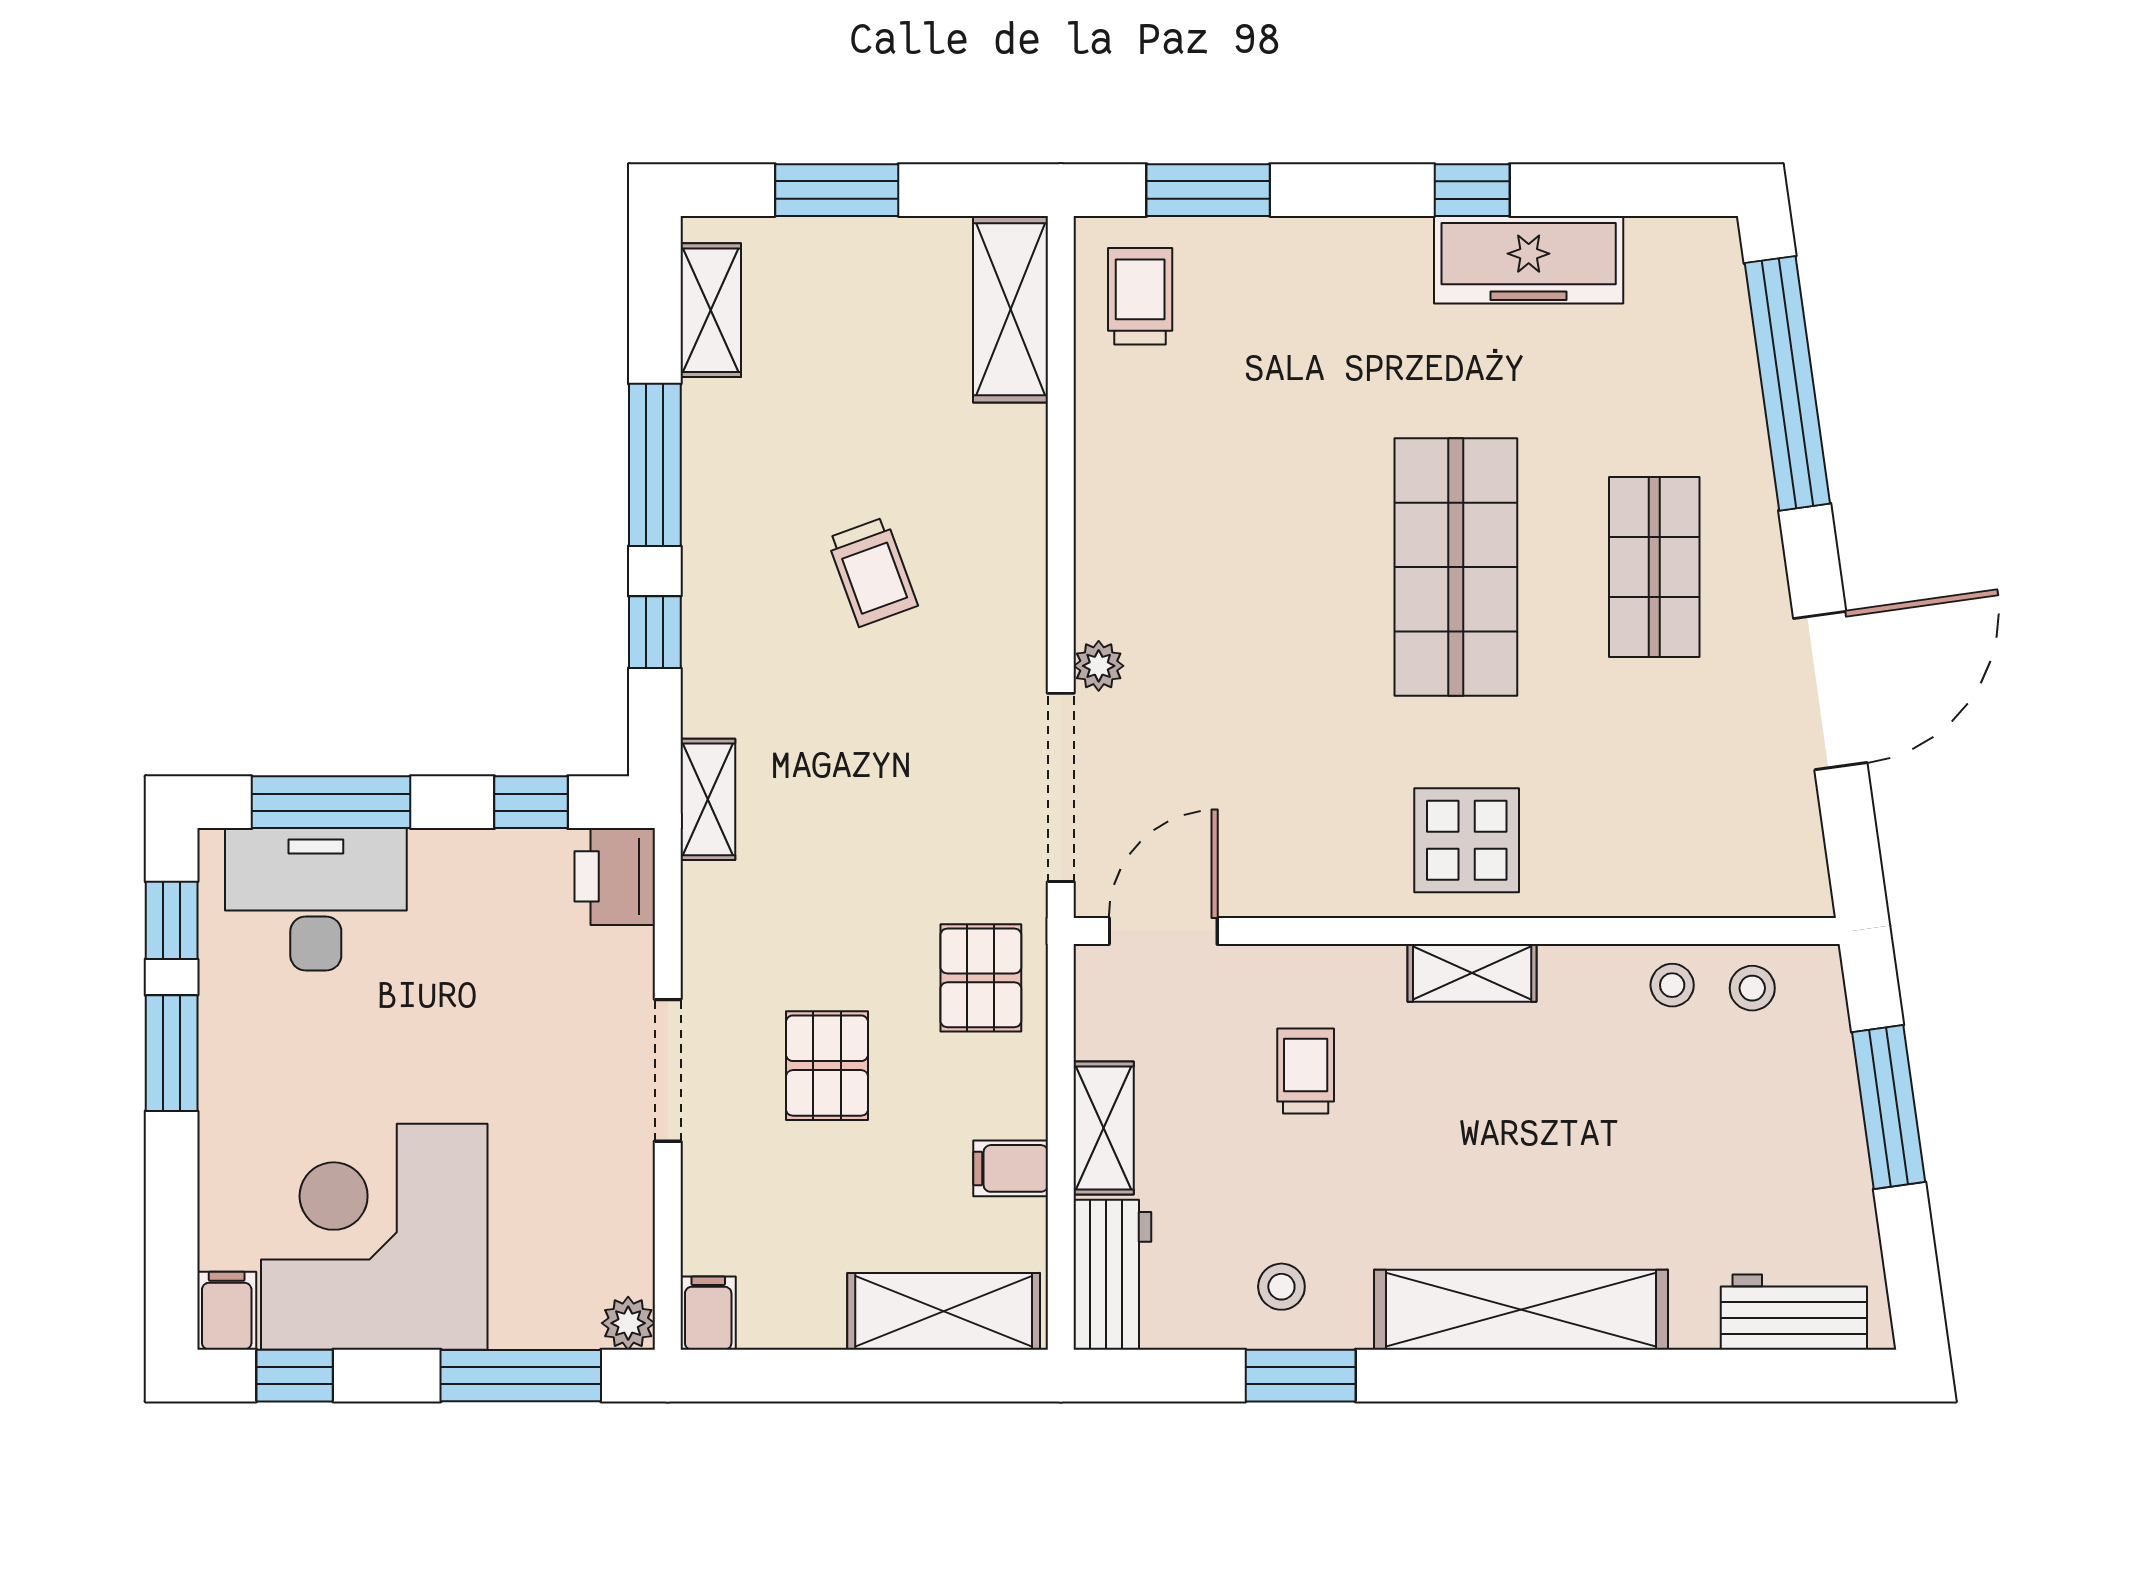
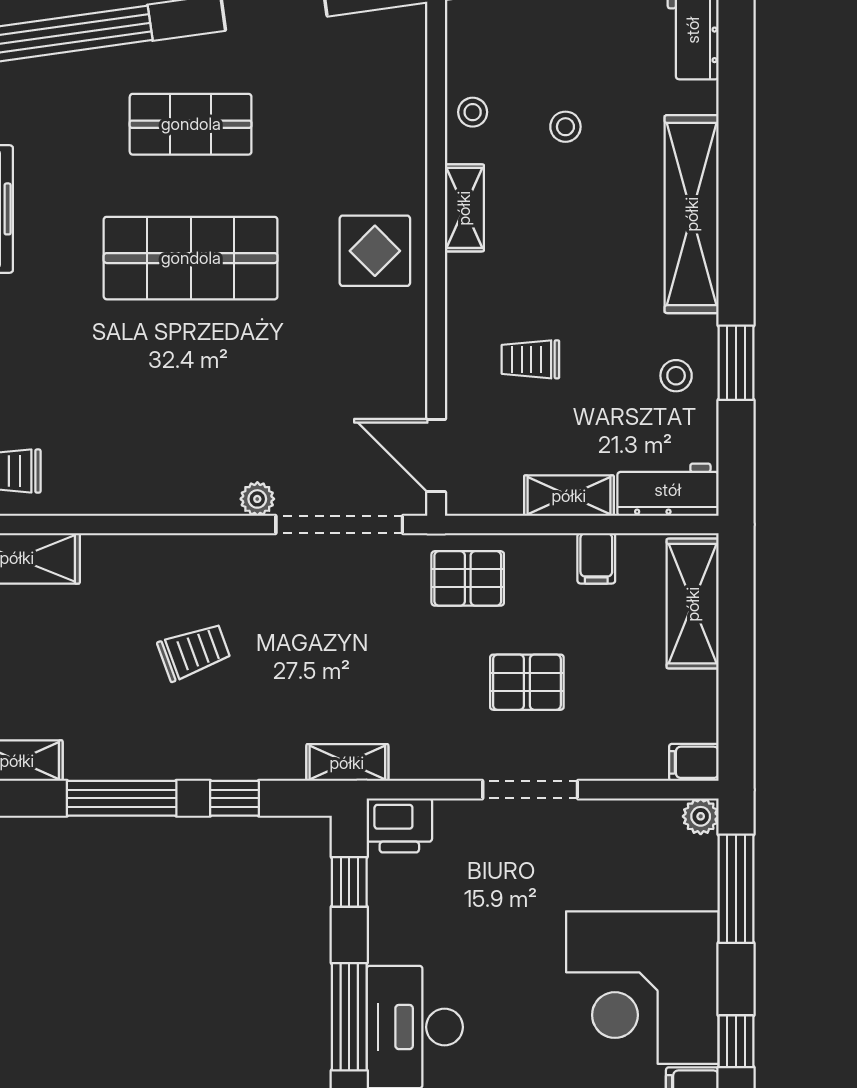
shelving: (1472, 973) -> (464, 208), moved
stool: (1752, 988) -> (565, 127), moved

